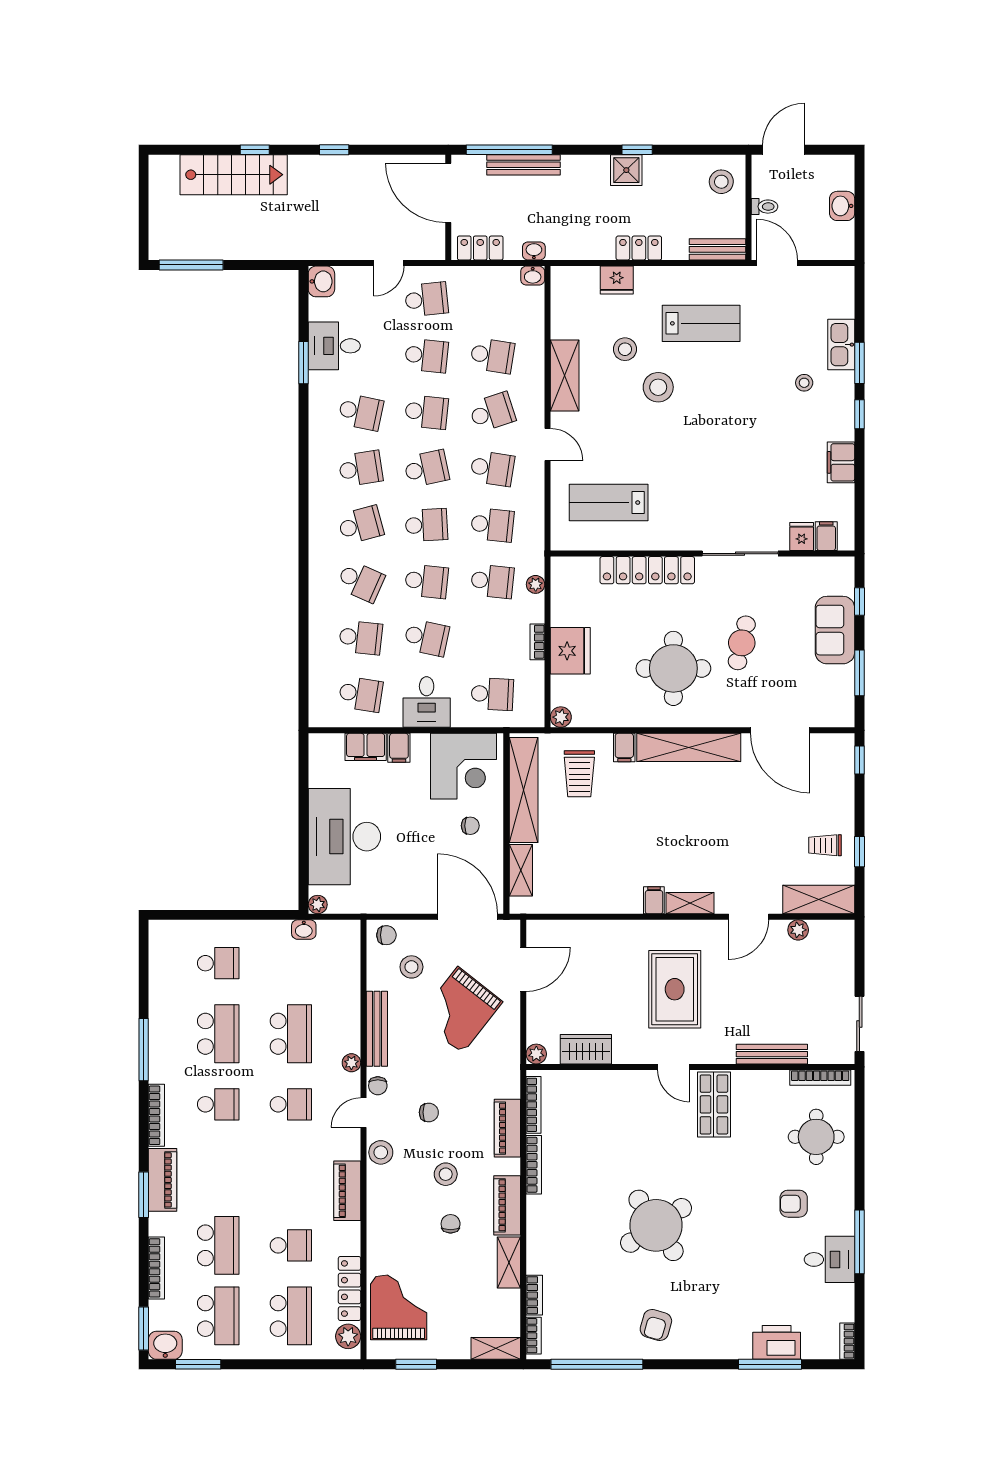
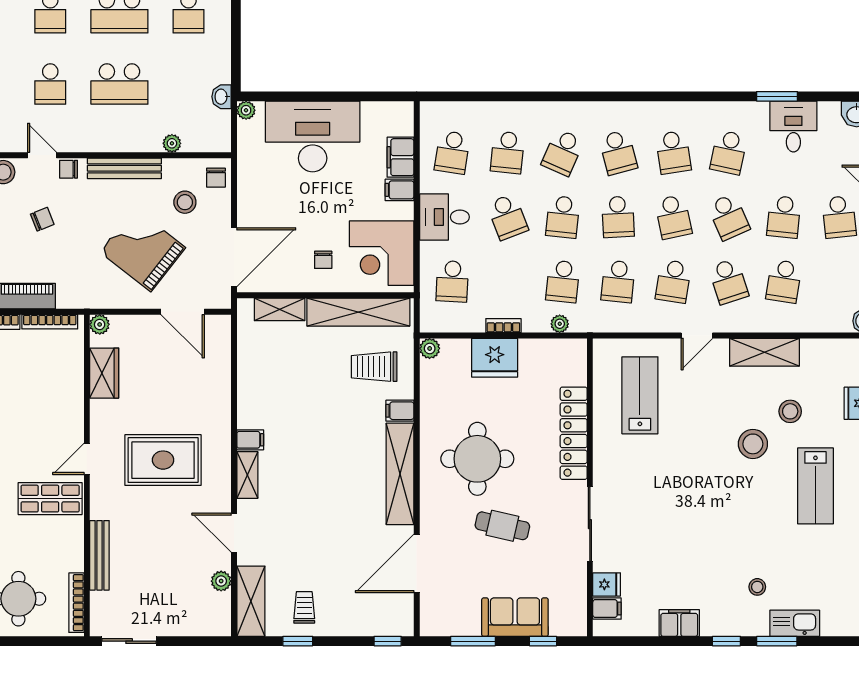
school desk: (426, 412) -> (729, 217), turned -30
school desk: (426, 638) -> (507, 217), turned -33
plant: (351, 1063) -> (172, 143), moved
chair: (429, 1112) -> (42, 219), turned -112

